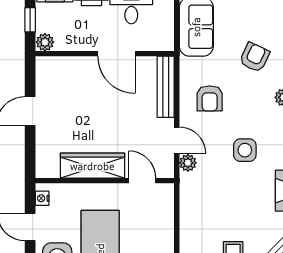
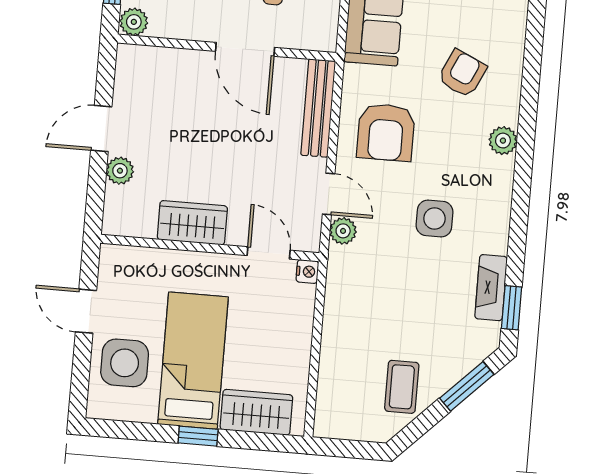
armchair: (210, 98) -> (386, 132), width x1.38, depth x1.38
plant: (44, 137) -> (120, 171), added
wardrobe: (92, 166) -> (192, 223), width x0.67
nightstand: (42, 198) -> (307, 272), moved, turned 180

